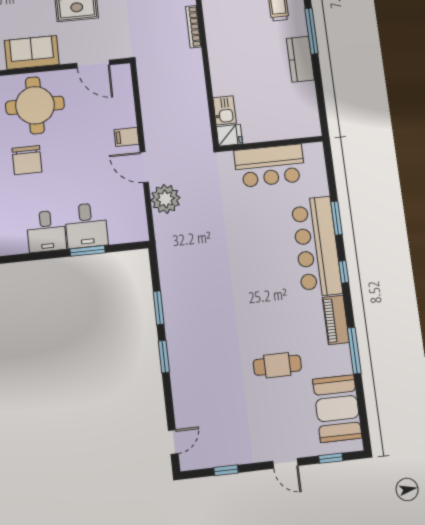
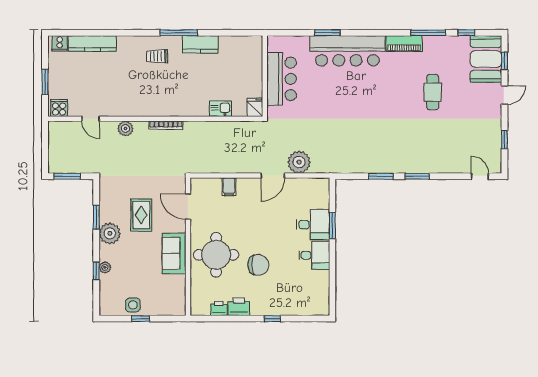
door: (93, 64) -> (188, 207), swing flipped
kitchen sink: (225, 110) -> (221, 109), moved
filing cabinet: (127, 137) -> (229, 187), moved
window: (344, 272) -> (466, 33), moved
booth: (337, 409) -> (486, 59), moved, turned 90

